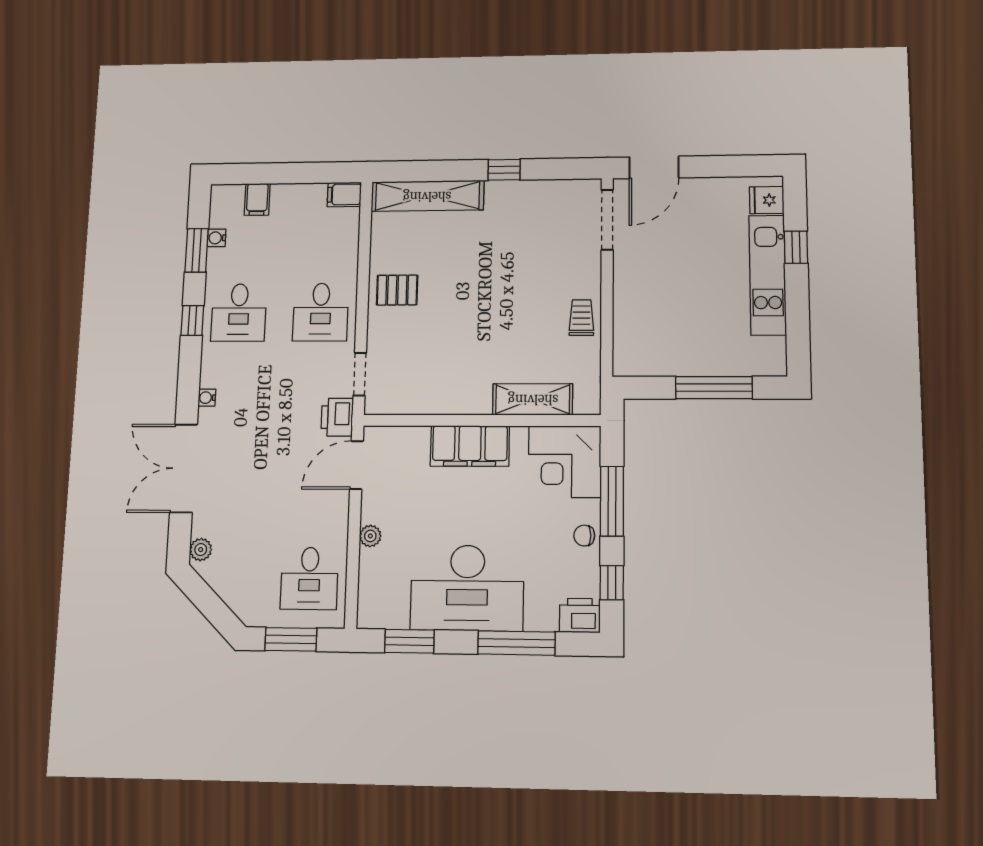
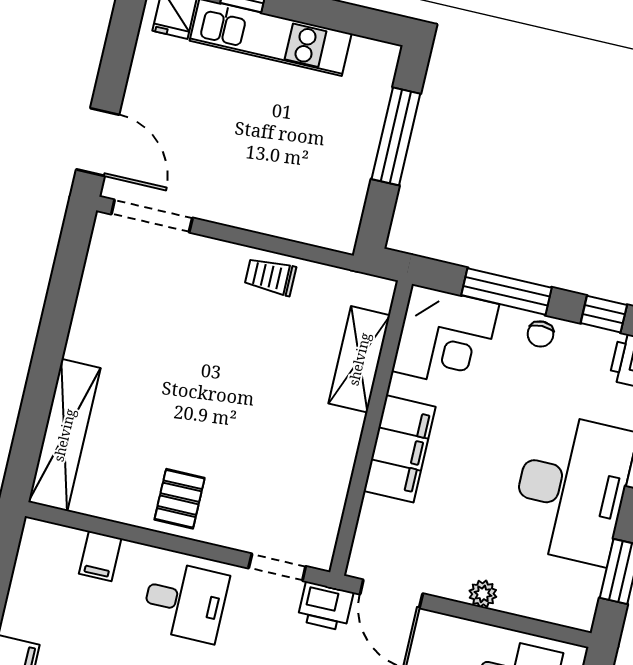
window: (504, 170) -> (54, 330), removed
filing cabinet: (344, 194) -> (100, 556), moved

